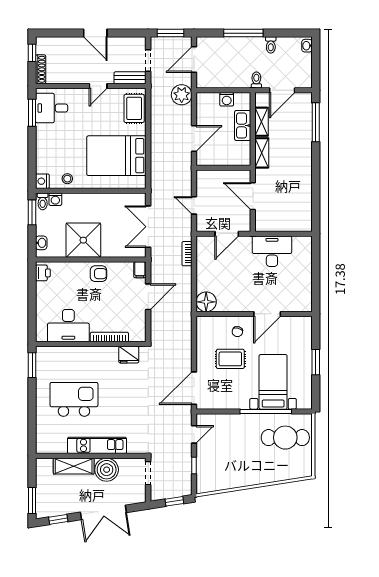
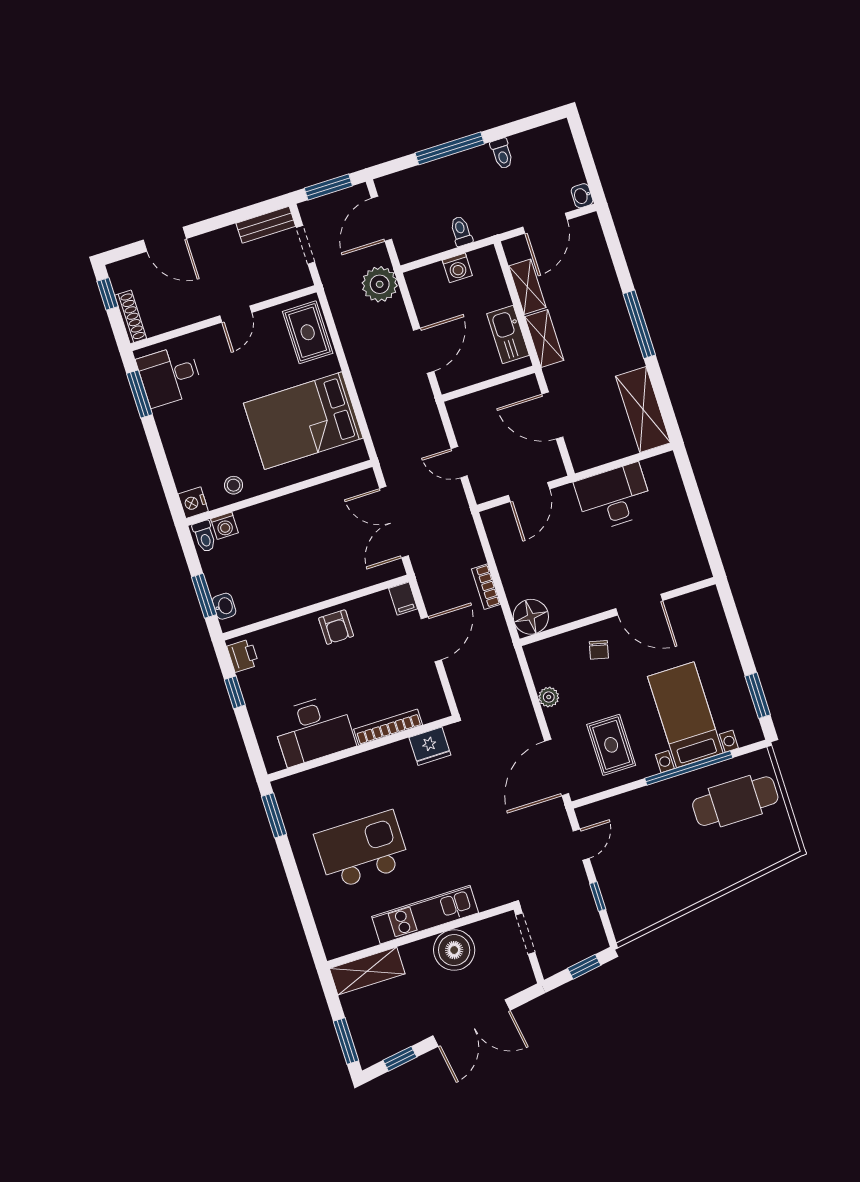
door: (95, 33) -> (165, 239), moved
washbasin: (307, 46) -> (582, 196), moved
bench: (130, 78) -> (266, 225), moved
toilet: (256, 80) -> (461, 231), moved
window: (316, 122) -> (639, 324), moved
kitchen sink: (243, 126) -> (508, 335), moved
shelving: (303, 209) -> (643, 410), added
window: (32, 212) -> (204, 596), moved
shower: (83, 240) -> (293, 579), removed
bookcase: (187, 254) -> (486, 587), moved
armchair: (98, 274) -> (336, 627), turned 90
window: (32, 292) -> (235, 692), added
door: (267, 314) -> (639, 605), hinge flipped
plant: (202, 349) -> (549, 697), added
rug: (230, 359) -> (611, 745), moved, turned 90
window: (316, 362) -> (758, 695), moved
shelving: (74, 466) -> (367, 971), moved

